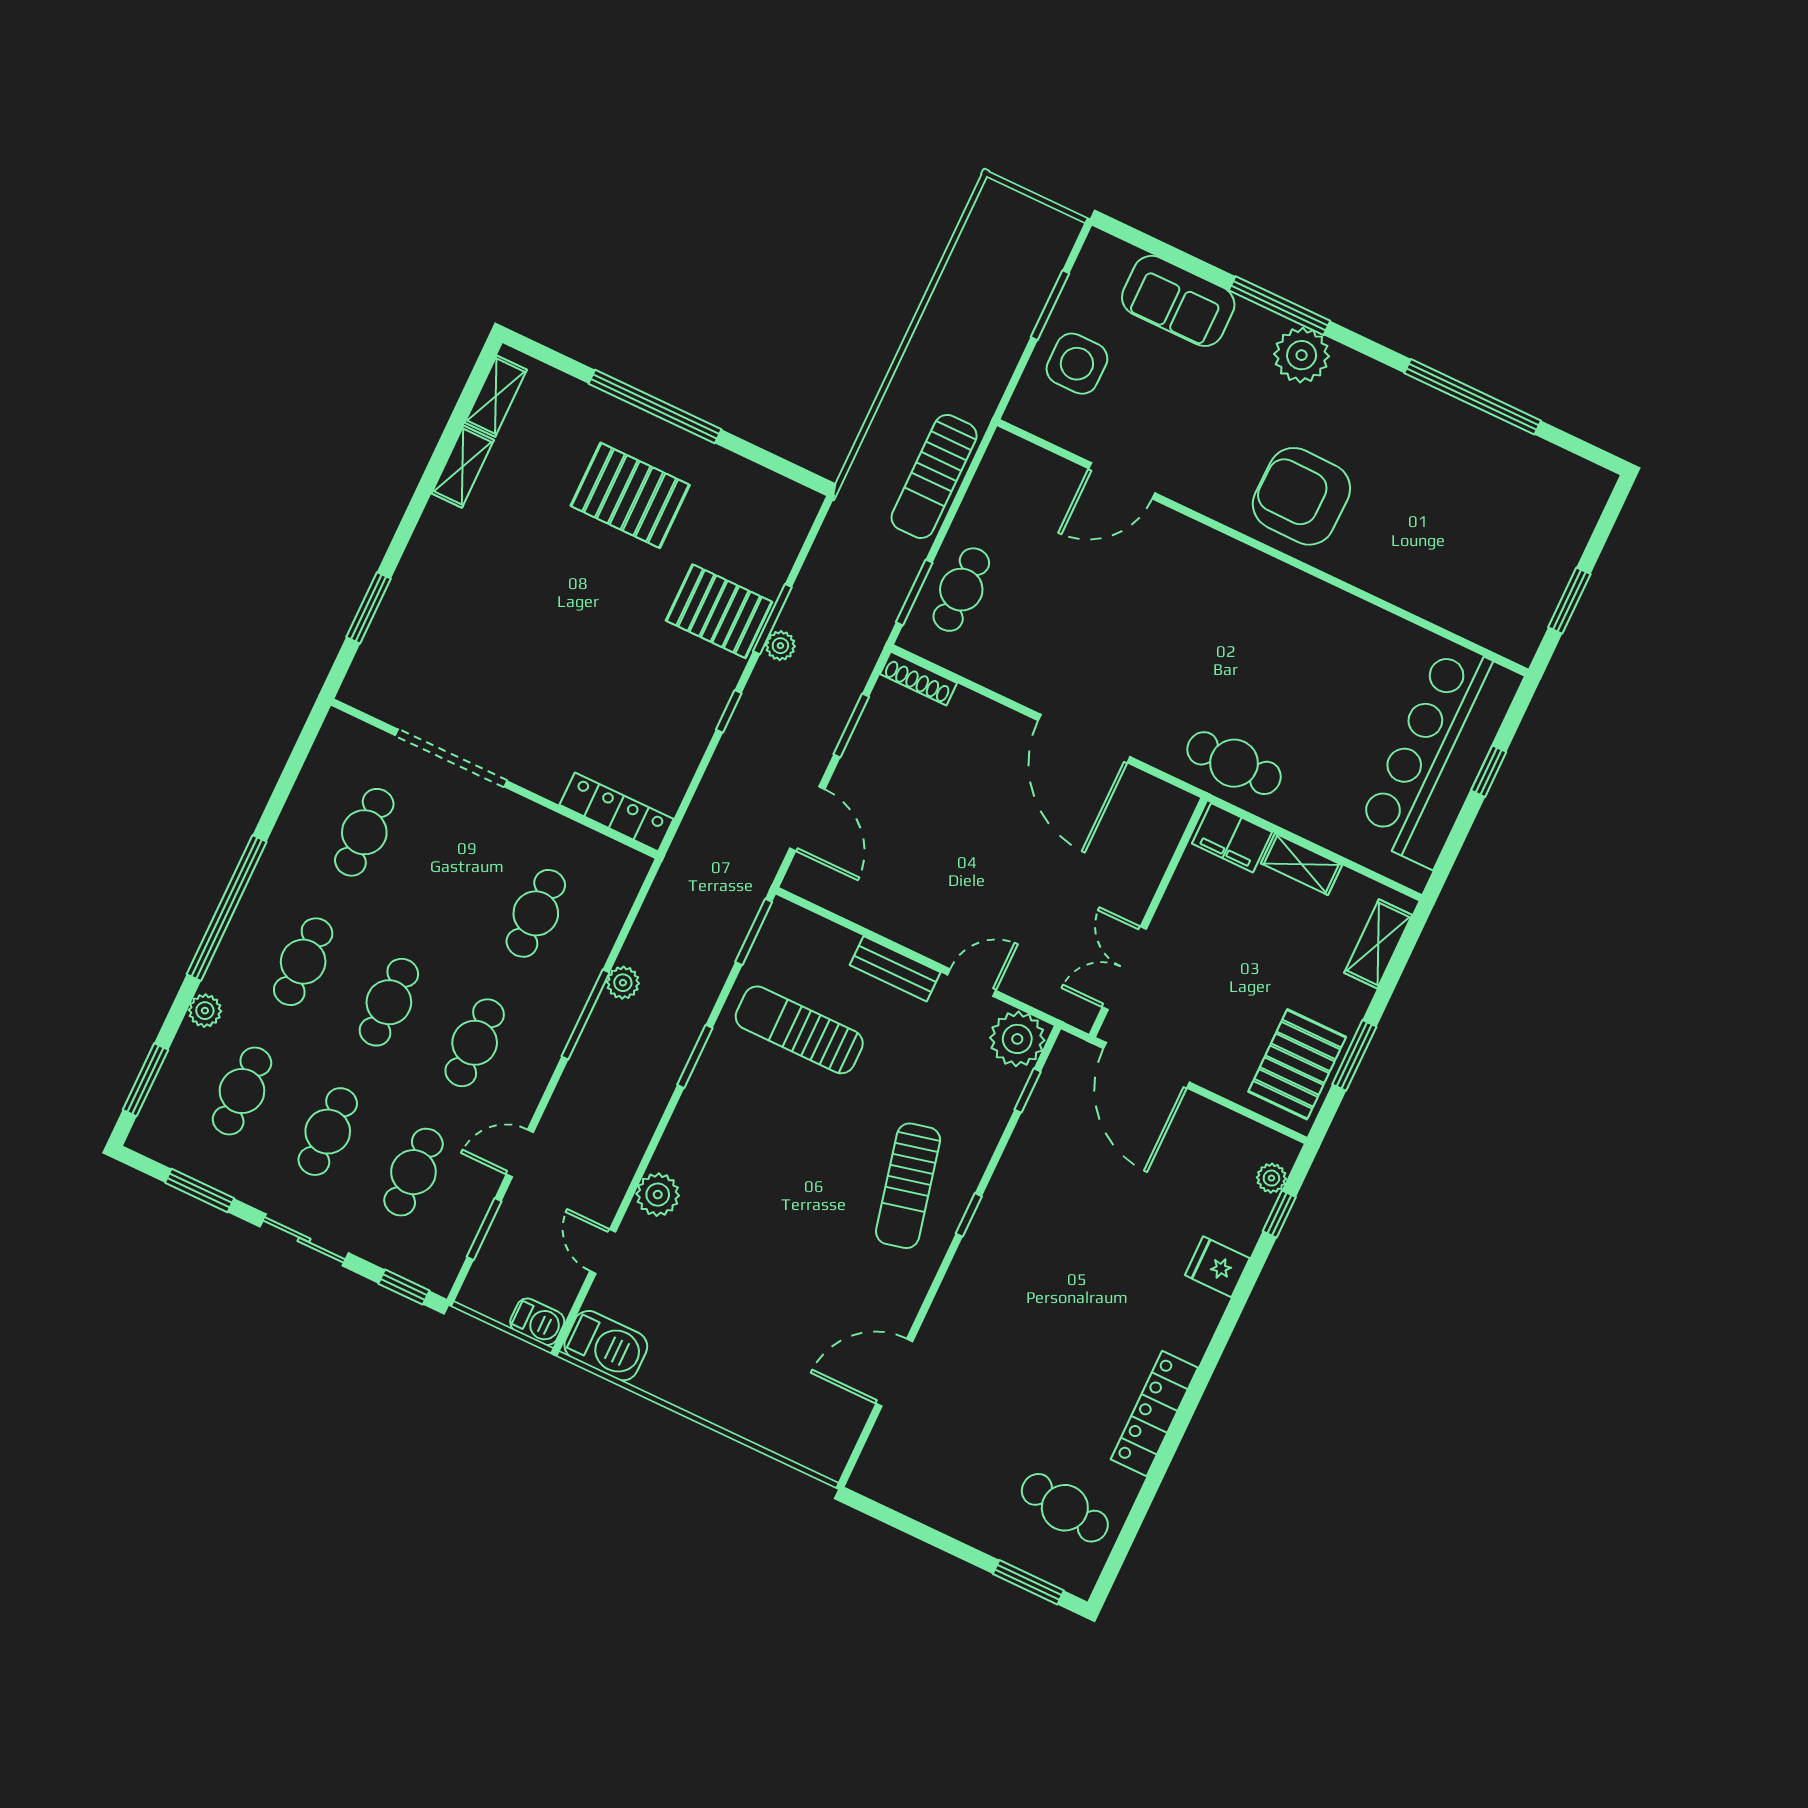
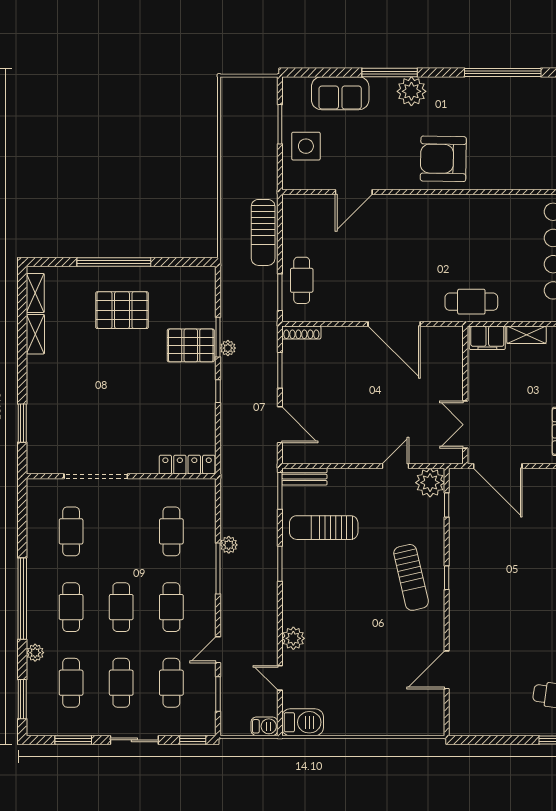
bench: (895, 969) -> (304, 477), moved

